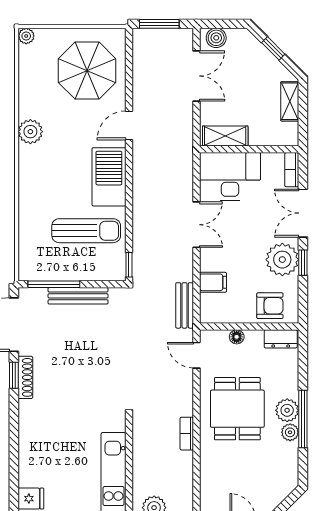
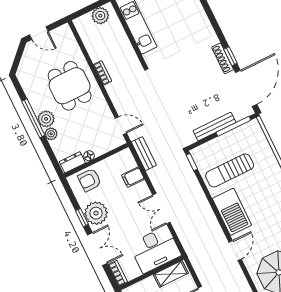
floor lamp: (237, 337) -> (89, 156), moved
dining table: (237, 409) -> (70, 86), moved
plant: (290, 432) -> (51, 134), moved

